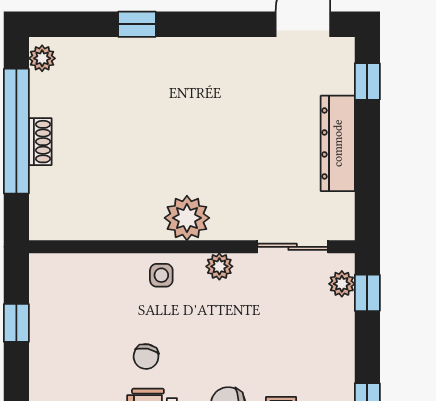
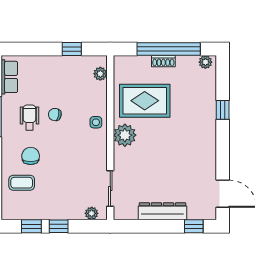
rug: (119, 178) -> (145, 101), added
plant: (219, 266) -> (100, 74), moved
window: (367, 293) -> (59, 226), moved

